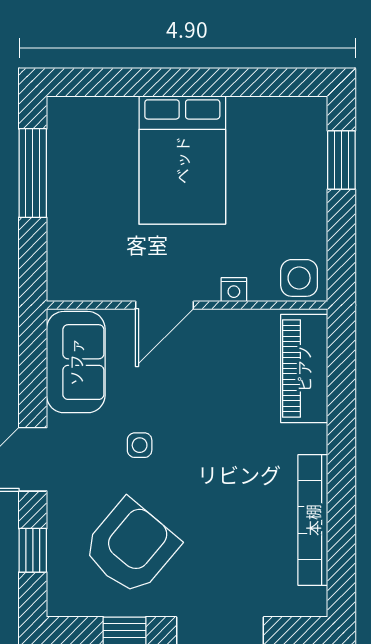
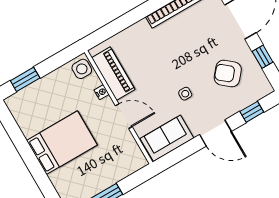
piano: (304, 368) -> (113, 74), moved, turned -90
armchair: (131, 547) -> (228, 74), width x0.73, depth x0.73

